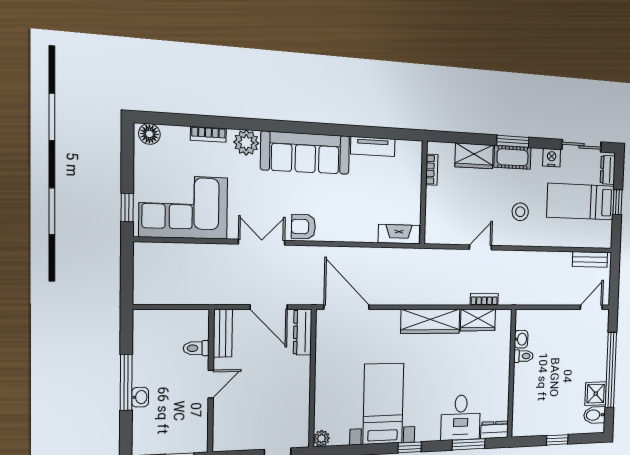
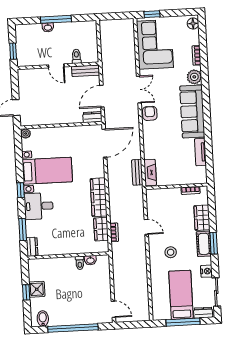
window: (618, 202) -> (183, 322), width x2.17
bench: (590, 259) -> (137, 172), moved
dresser: (303, 332) -> (92, 117), width x0.70
shower: (596, 394) -> (37, 289), moved
desk: (461, 417) -> (39, 206), moved

